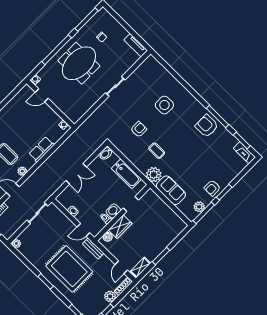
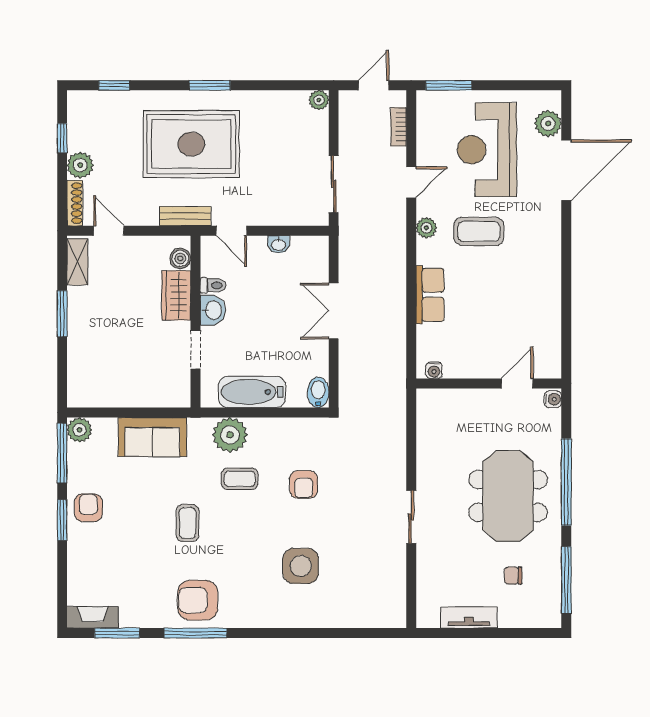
tv unit: (136, 45) -> (469, 617), moved
armchair: (207, 126) -> (198, 600), turned 180
coffee table: (186, 153) -> (187, 523), added
plant: (154, 175) -> (230, 435), moved
plant: (199, 207) -> (79, 430), moved
door: (83, 230) -> (231, 231), swing flipped

